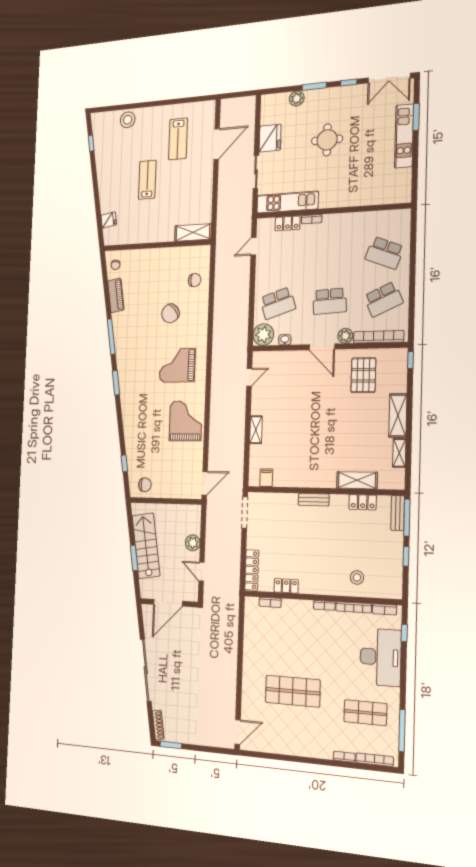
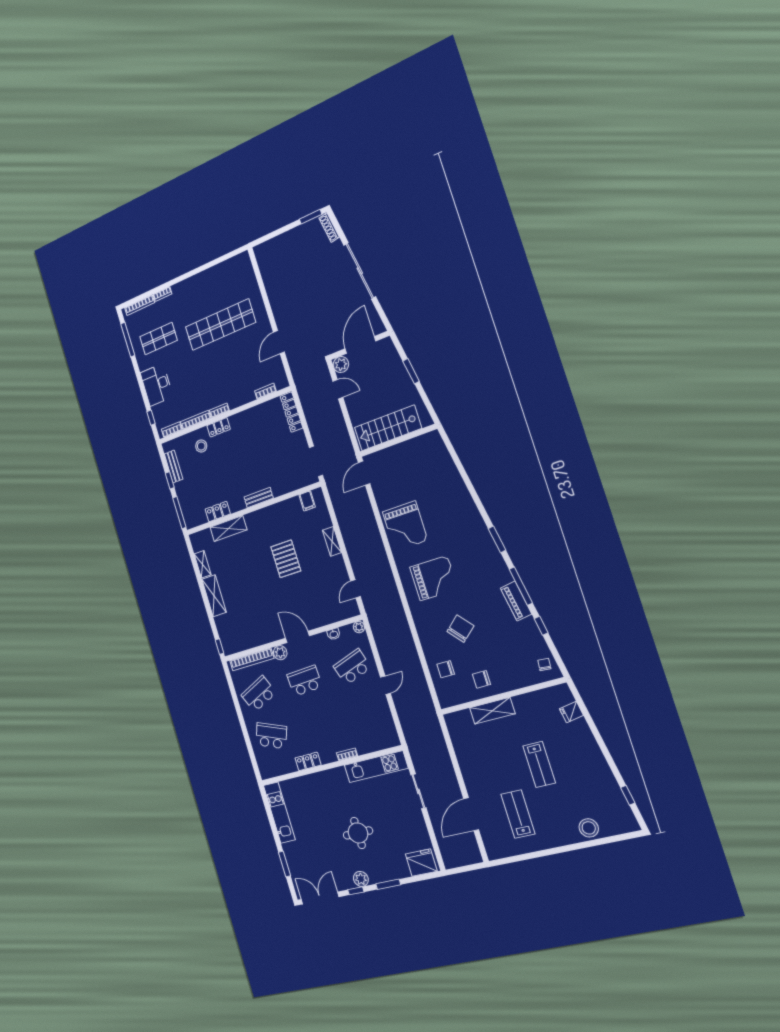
plant: (297, 98) -> (361, 879), moved
kitchen unit: (404, 136) -> (279, 813), moved
fridge: (270, 138) -> (421, 863), moved, turned 90
locker: (288, 223) -> (308, 761), moved
shelving: (193, 232) -> (492, 711), moved
door: (254, 246) -> (385, 685), moved
piano: (116, 295) -> (516, 601), moved
plant: (263, 335) -> (359, 627), width x0.53, depth x0.53
pallet: (363, 375) -> (286, 559), moved
window: (124, 463) -> (541, 626), moved
chair: (145, 485) -> (481, 679), moved
bench: (398, 513) -> (174, 467), moved
plant: (193, 543) -> (341, 364), moved
stairs: (146, 546) -> (388, 428), moved, turned 99
locker: (286, 586) -> (219, 427), moved
desk: (380, 657) -> (157, 385), width x0.73, depth x0.77
shop shelf: (293, 691) -> (220, 325), width x1.40
door: (238, 732) -> (279, 342), moved

